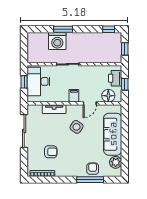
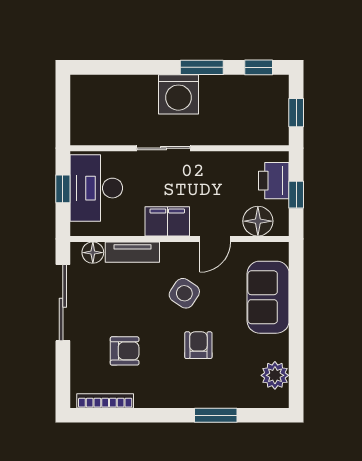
window: (63, 29) -> (202, 67), moved
washing machine: (57, 41) -> (178, 94), moved
filing cabinet: (74, 96) -> (167, 221), width x2.00
floor lamp: (37, 109) -> (93, 253), added
sofa: (113, 134) -> (268, 297), width x0.73
armchair: (93, 169) -> (198, 345), moved
window: (90, 180) -> (216, 415), width x0.69

